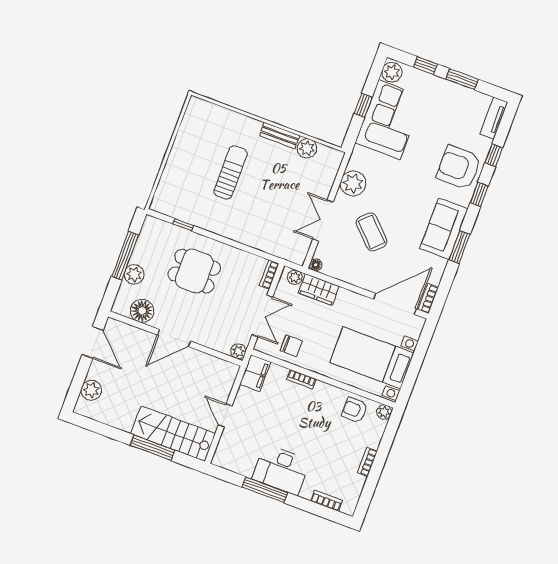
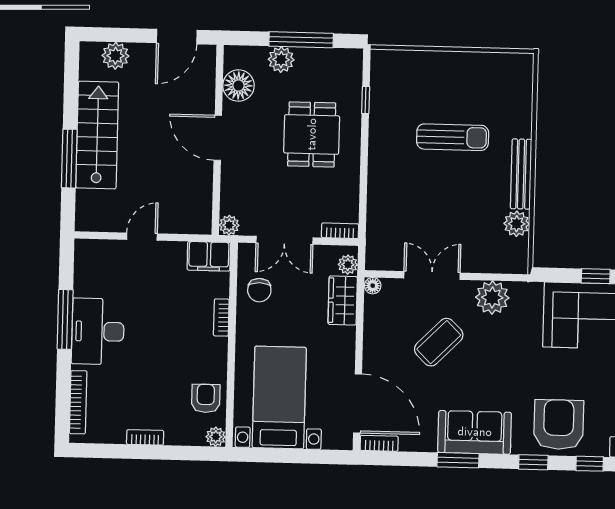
bench: (280, 136) -> (521, 174), width x1.36
stairs: (173, 434) -> (97, 135), moved
bookcase: (326, 501) -> (78, 402), width x1.56

